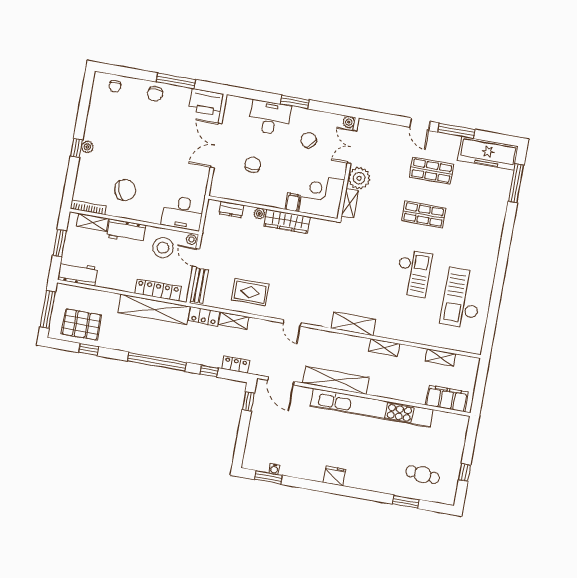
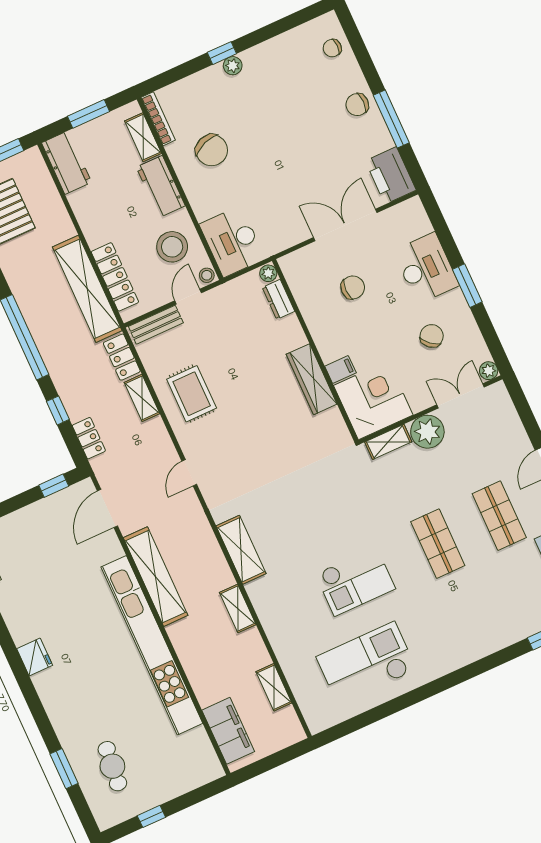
plant: (259, 214) -> (268, 273), moved

